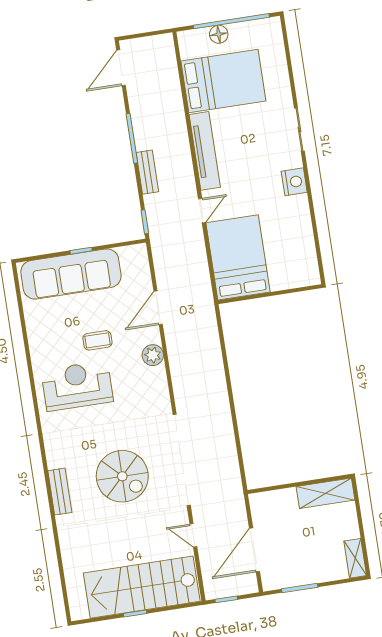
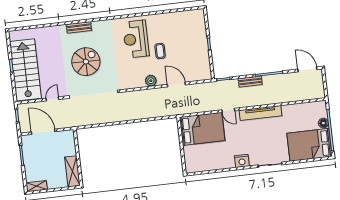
bed: (223, 81) -> (310, 145), moved, turned 90
sofa: (71, 274) -> (197, 38), removed
reception desk: (77, 386) -> (136, 39), turned 180
spiral stairs: (122, 476) -> (86, 62), turned 180

